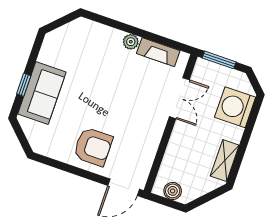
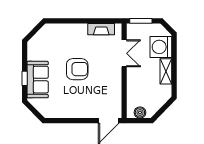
plant: (131, 42) -> (82, 29), removed
armchair: (93, 147) -> (77, 69), moved
shelving: (225, 161) -> (166, 71), moved

